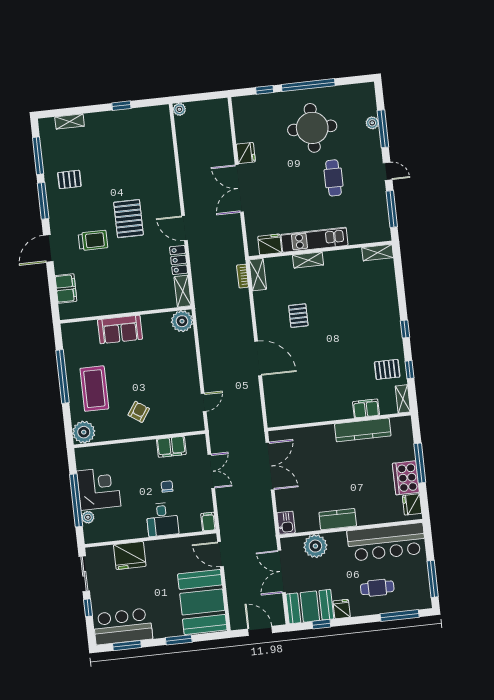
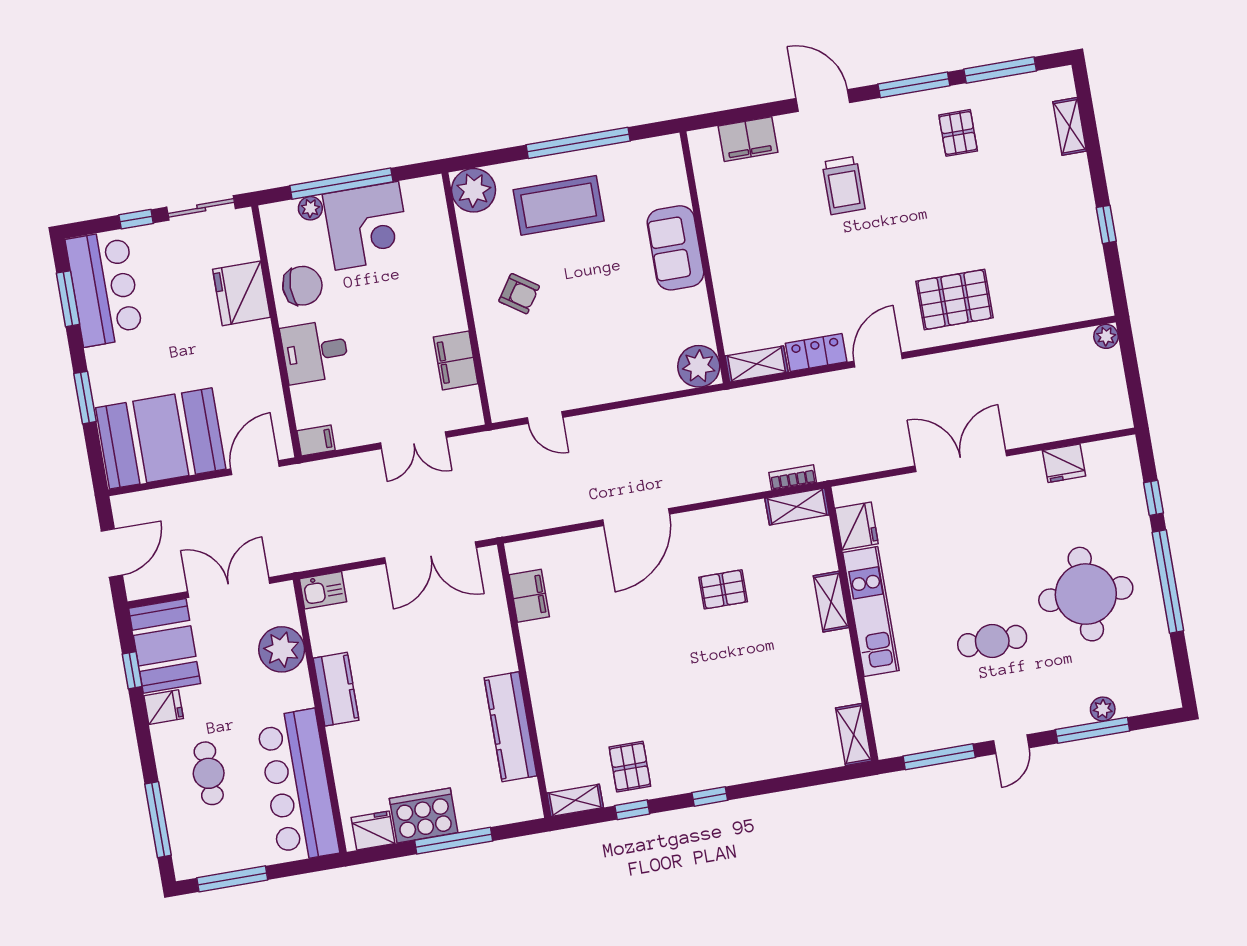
fridge: (246, 153) -> (1064, 463), moved
pallet: (128, 219) -> (954, 300), moved
filing cabinet: (366, 408) -> (529, 596), moved
chair: (167, 486) -> (302, 286), moved, width x1.87, depth x1.87

